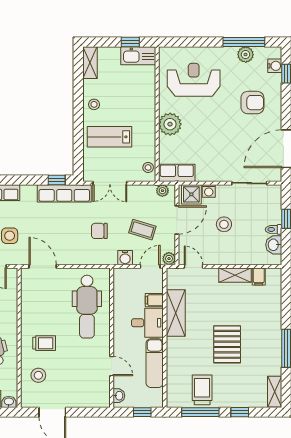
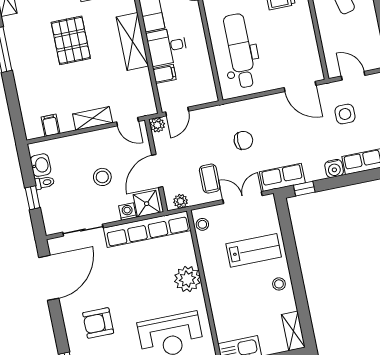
row of seats: (177, 173) -> (147, 229), width x2.02
row of seats: (64, 193) -> (282, 177), width x0.68
coffee table: (142, 230) -> (210, 179), moved, turned 73
water cooler: (125, 258) -> (334, 168), moved, turned 180
shelving: (235, 275) -> (93, 118), moved
shelving: (176, 313) -> (132, 41), moved

